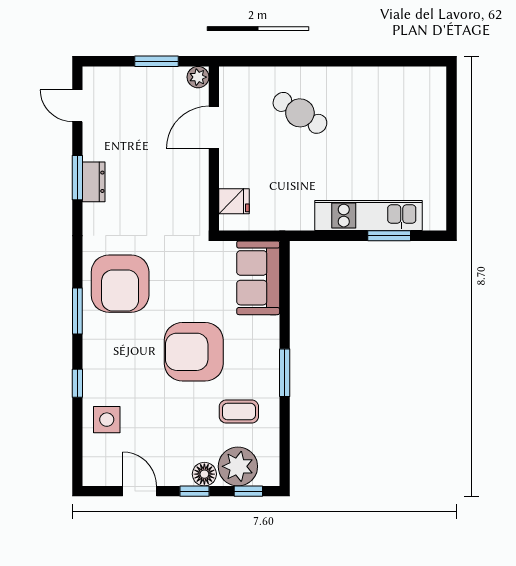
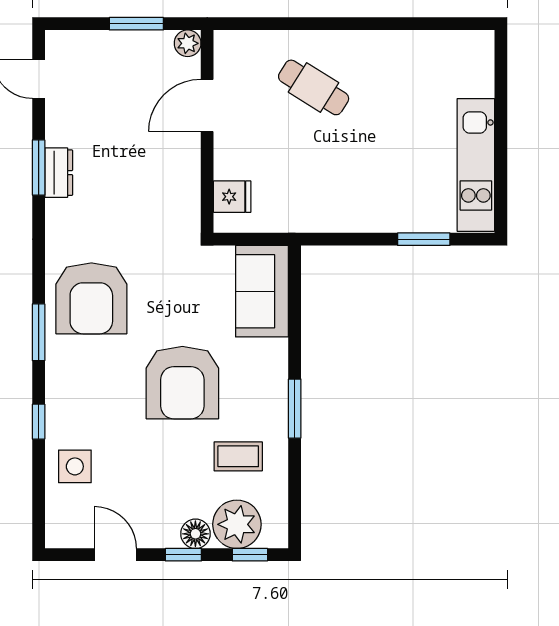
kitchen unit: (368, 216) -> (476, 165), moved, turned -90
armchair: (194, 352) -> (182, 383), turned -90

